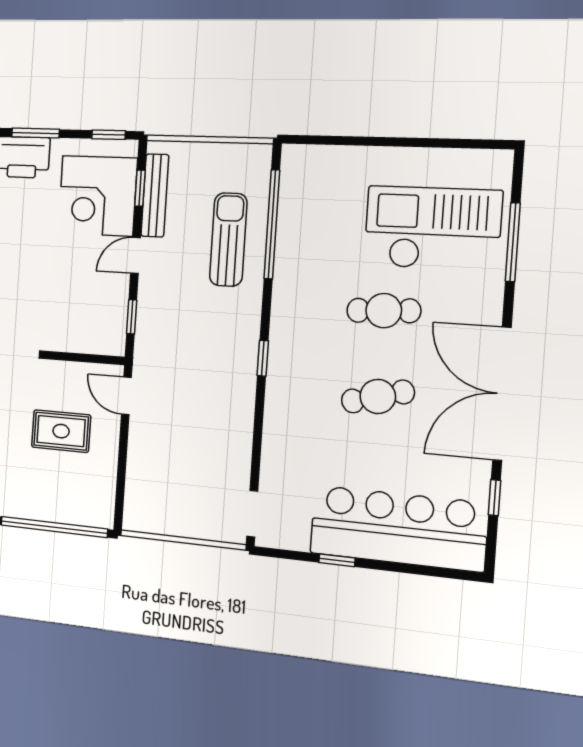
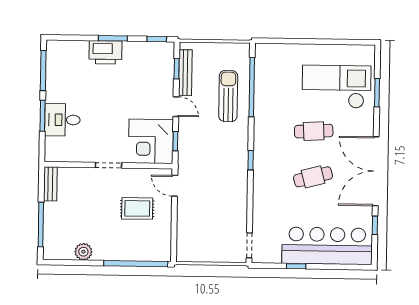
corner desk: (98, 196) -> (151, 141), moved
window: (513, 242) -> (377, 93), width x0.69
door: (136, 255) -> (176, 107), swing flipped

